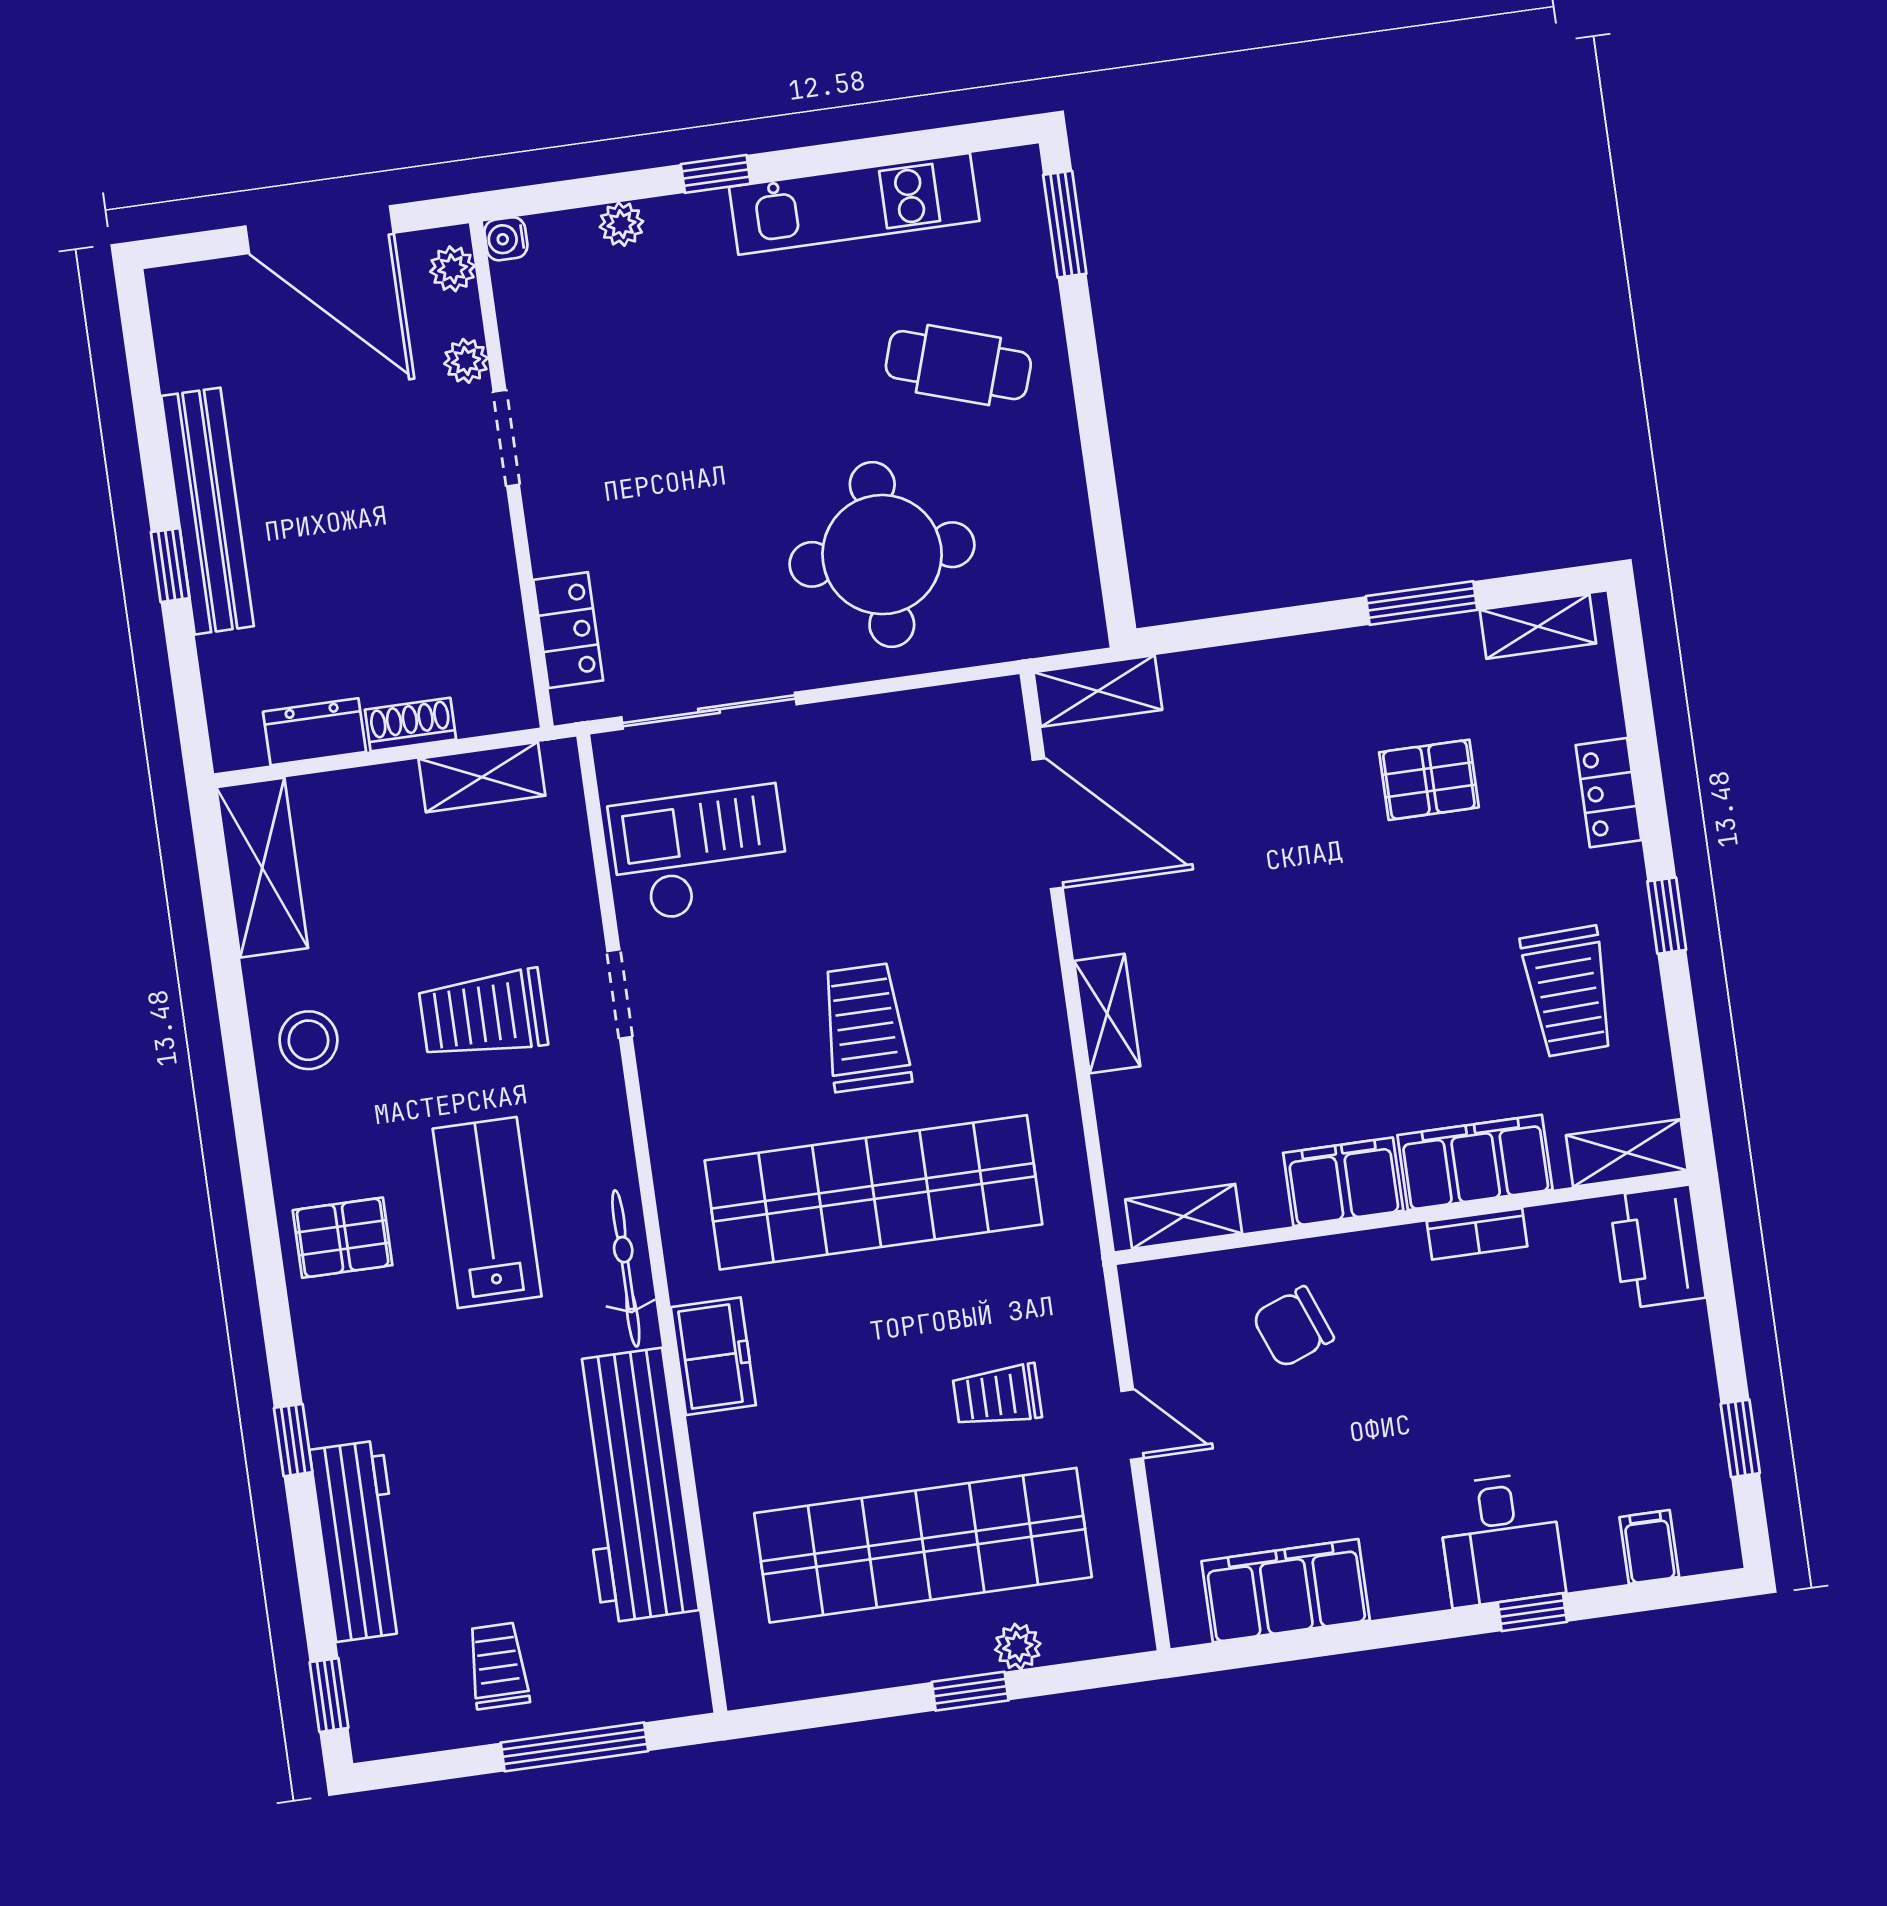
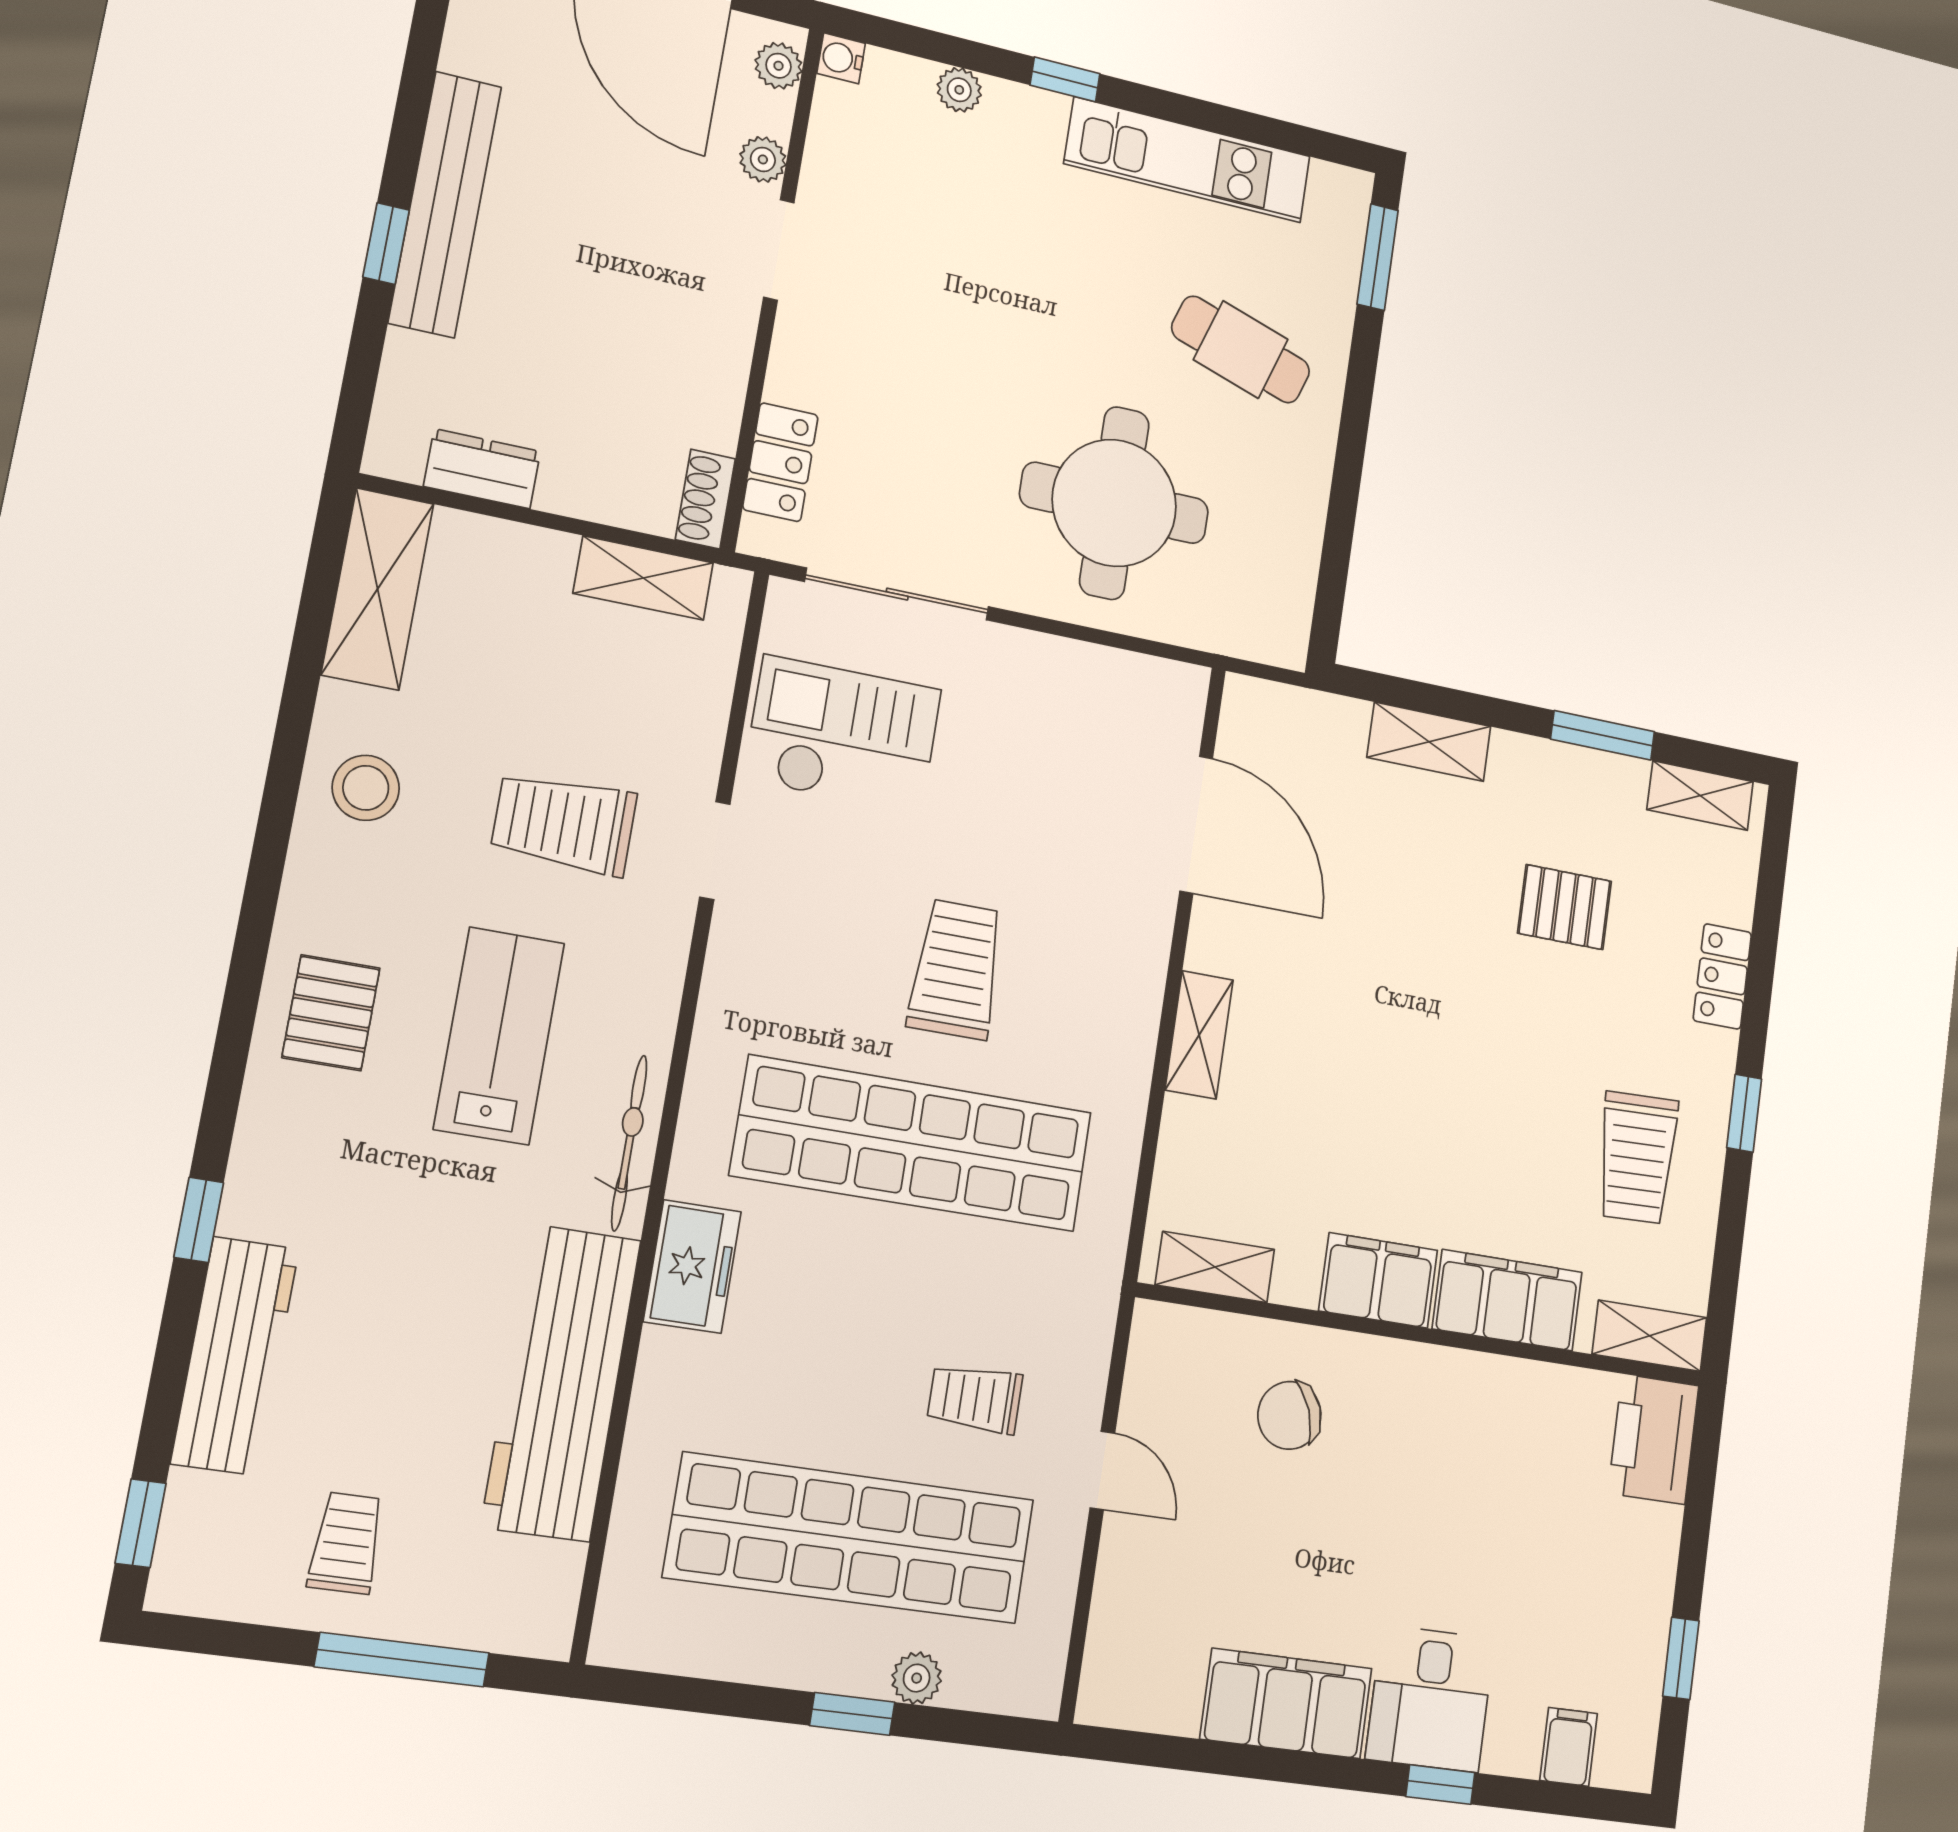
shelving: (1098, 691) -> (1429, 742), moved
shoe rack: (410, 724) -> (705, 499), moved, turned -90
bookcase: (1477, 1234) -> (1490, 1374), removed
pallet: (343, 1238) -> (331, 1013), turned 90
filing cabinet: (1286, 1591) -> (1286, 1703), moved

